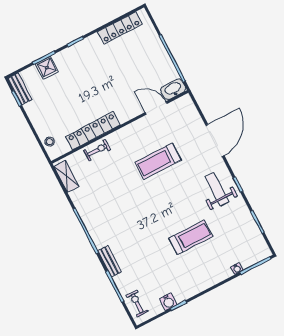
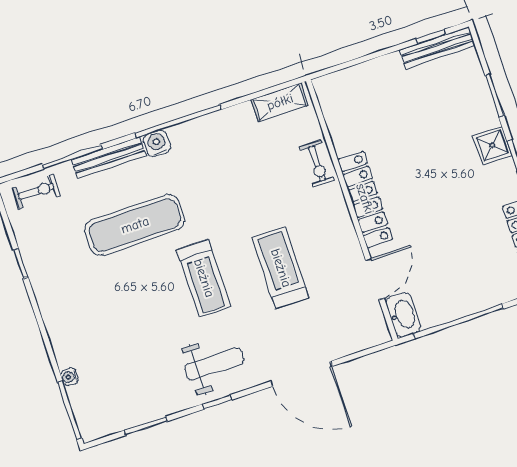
shower: (47, 68) -> (492, 145), moved
bench: (20, 89) -> (437, 48), width x1.36
locker: (93, 131) -> (365, 199), moved
stool: (50, 142) -> (345, 82), removed
treadmill: (191, 237) -> (204, 278), moved
exercise mat: (147, 246) -> (135, 225), added
bench: (110, 261) -> (109, 158), width x1.36
water cooler: (168, 302) -> (157, 144), moved, turned 90

